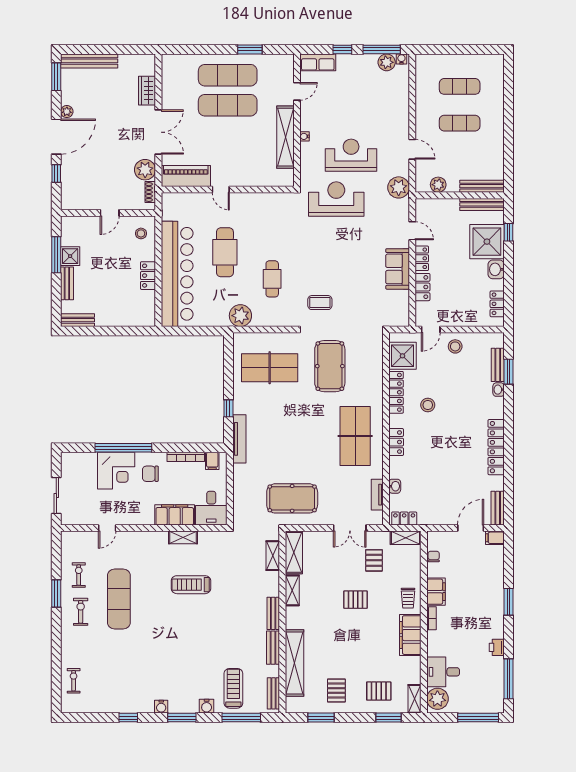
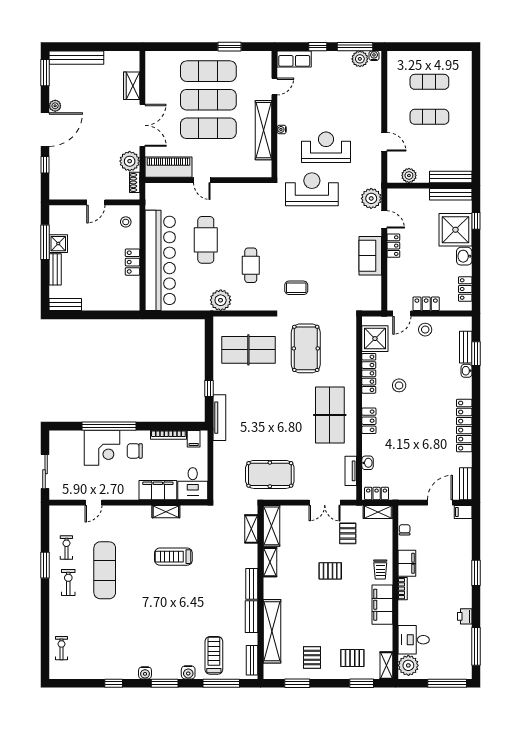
exercise mat: (228, 135) -> (208, 128), added
plant: (399, 187) -> (371, 198), moved
locker: (422, 287) -> (426, 304), moved, turned -90

